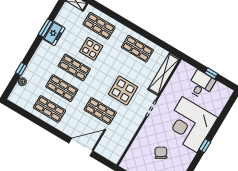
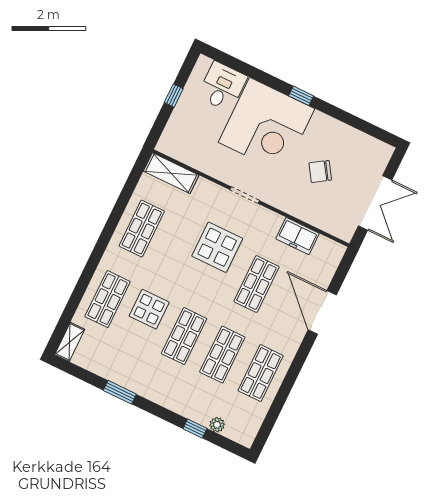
freezer: (54, 34) -> (298, 236), moved, turned 180
shelving: (164, 74) -> (171, 173), width x0.68
desk: (201, 85) -> (222, 87), moved, turned 90

